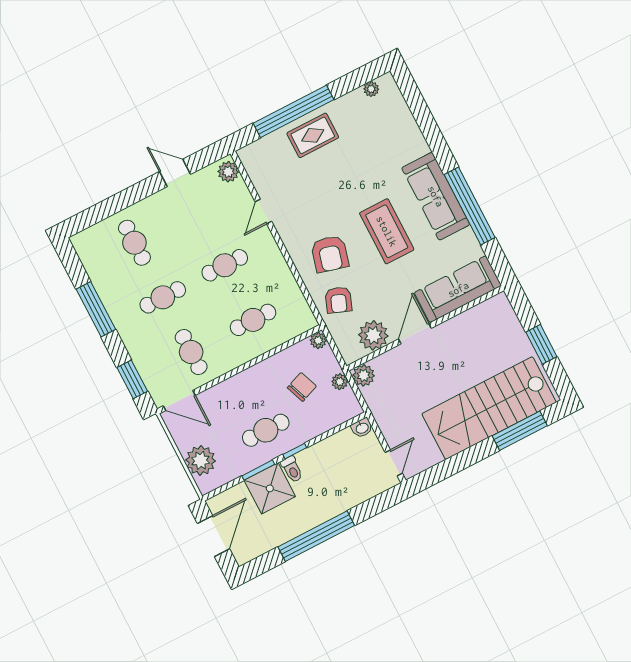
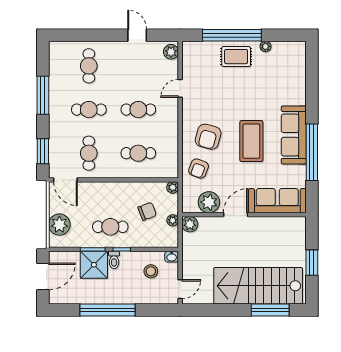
plant: (371, 89) -> (265, 46), moved
stool: (345, 460) -> (151, 271), added

